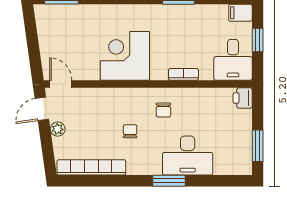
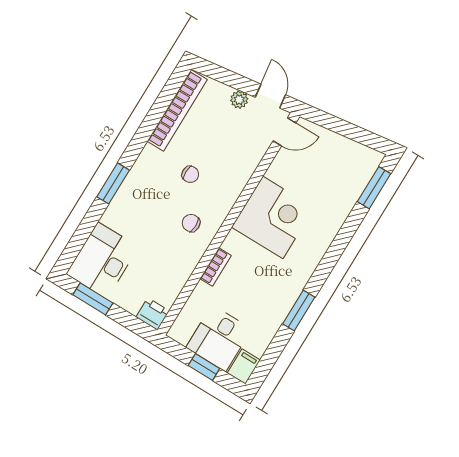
desk: (233, 60) -> (219, 338), moved, turned -90
desk: (188, 155) -> (102, 260), moved

